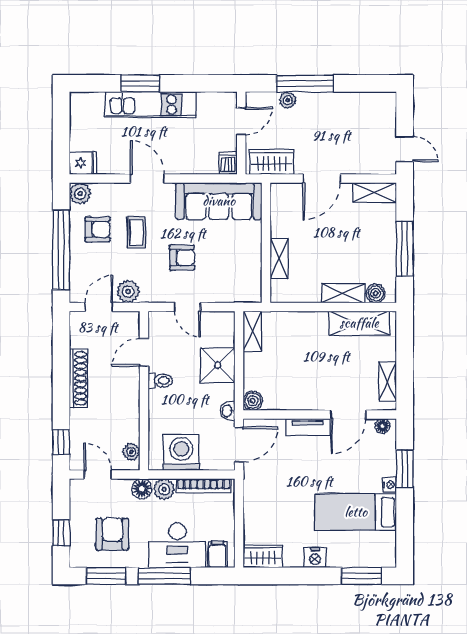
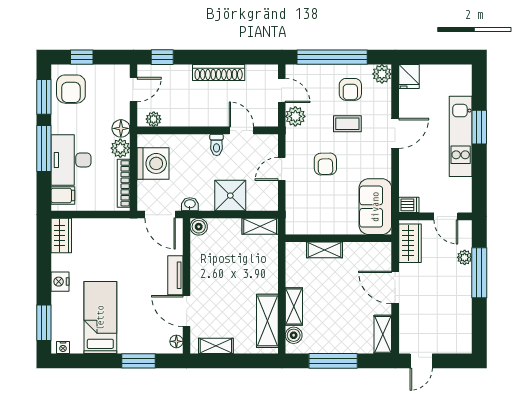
sofa: (219, 201) -> (375, 207), width x0.73
nightstand: (389, 485) -> (63, 347), moved
armchair: (112, 534) -> (71, 89), moved, turned 90

